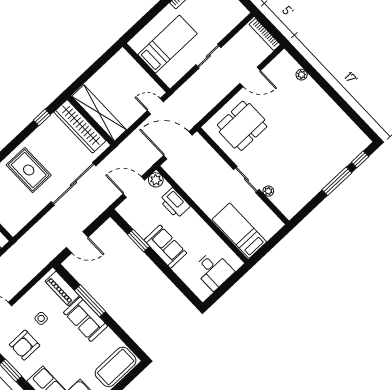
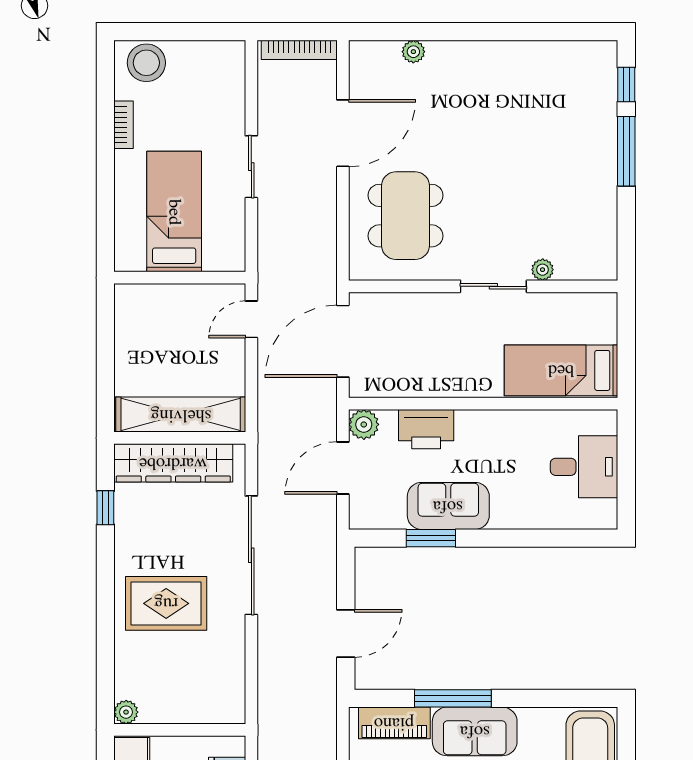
door: (250, 77) -> (343, 133), width x1.36
sofa: (165, 247) -> (448, 506), moved

